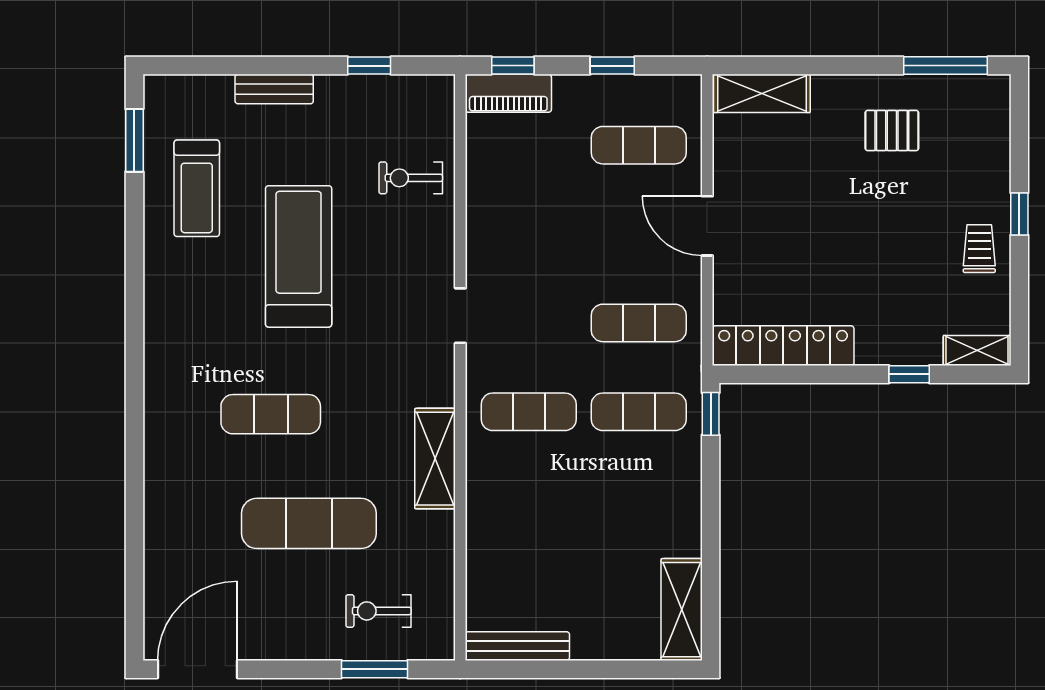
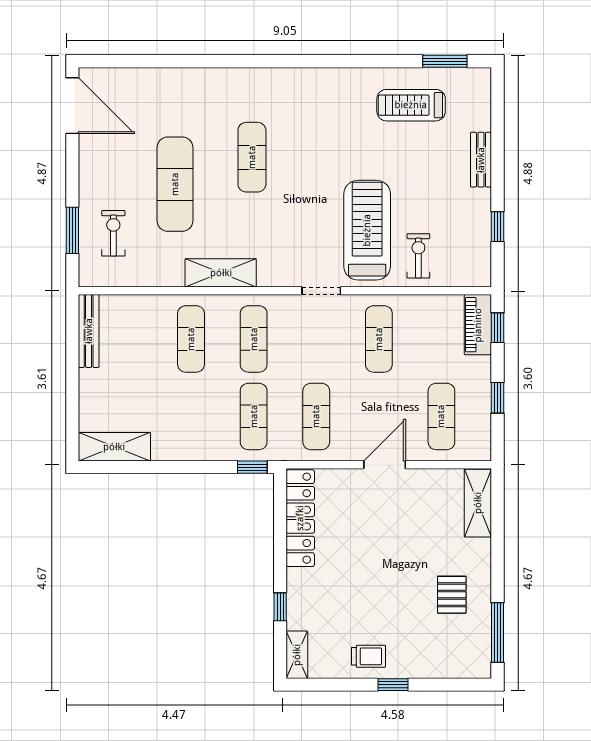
exercise mat: (529, 234) -> (379, 339), added
treadmill: (299, 256) -> (367, 230), moved, turned -90
exercise mat: (529, 501) -> (191, 339), added

